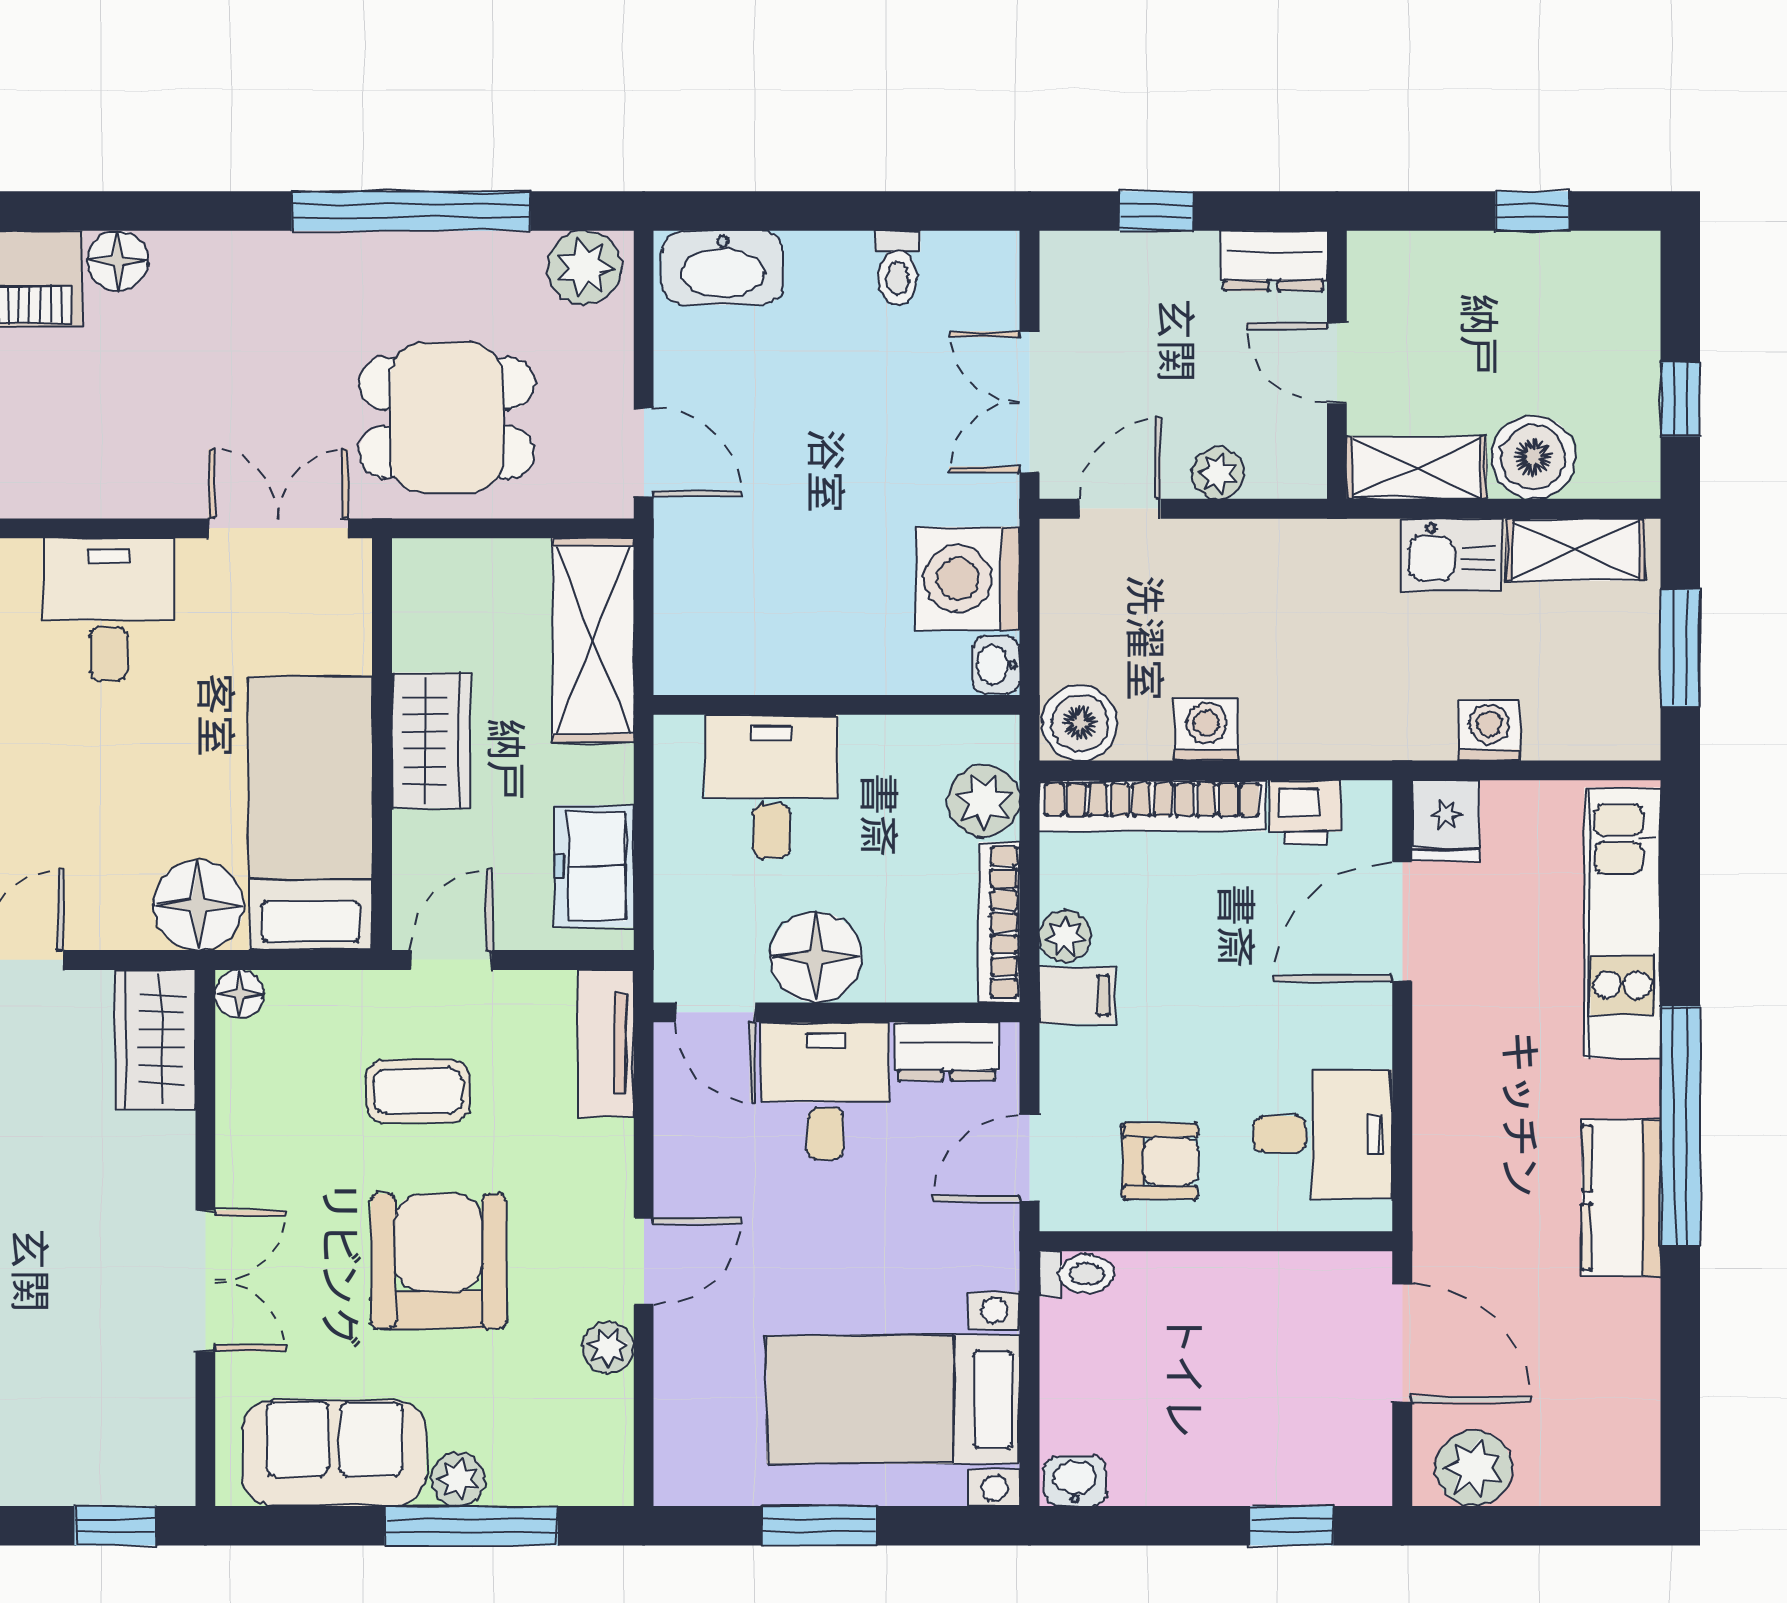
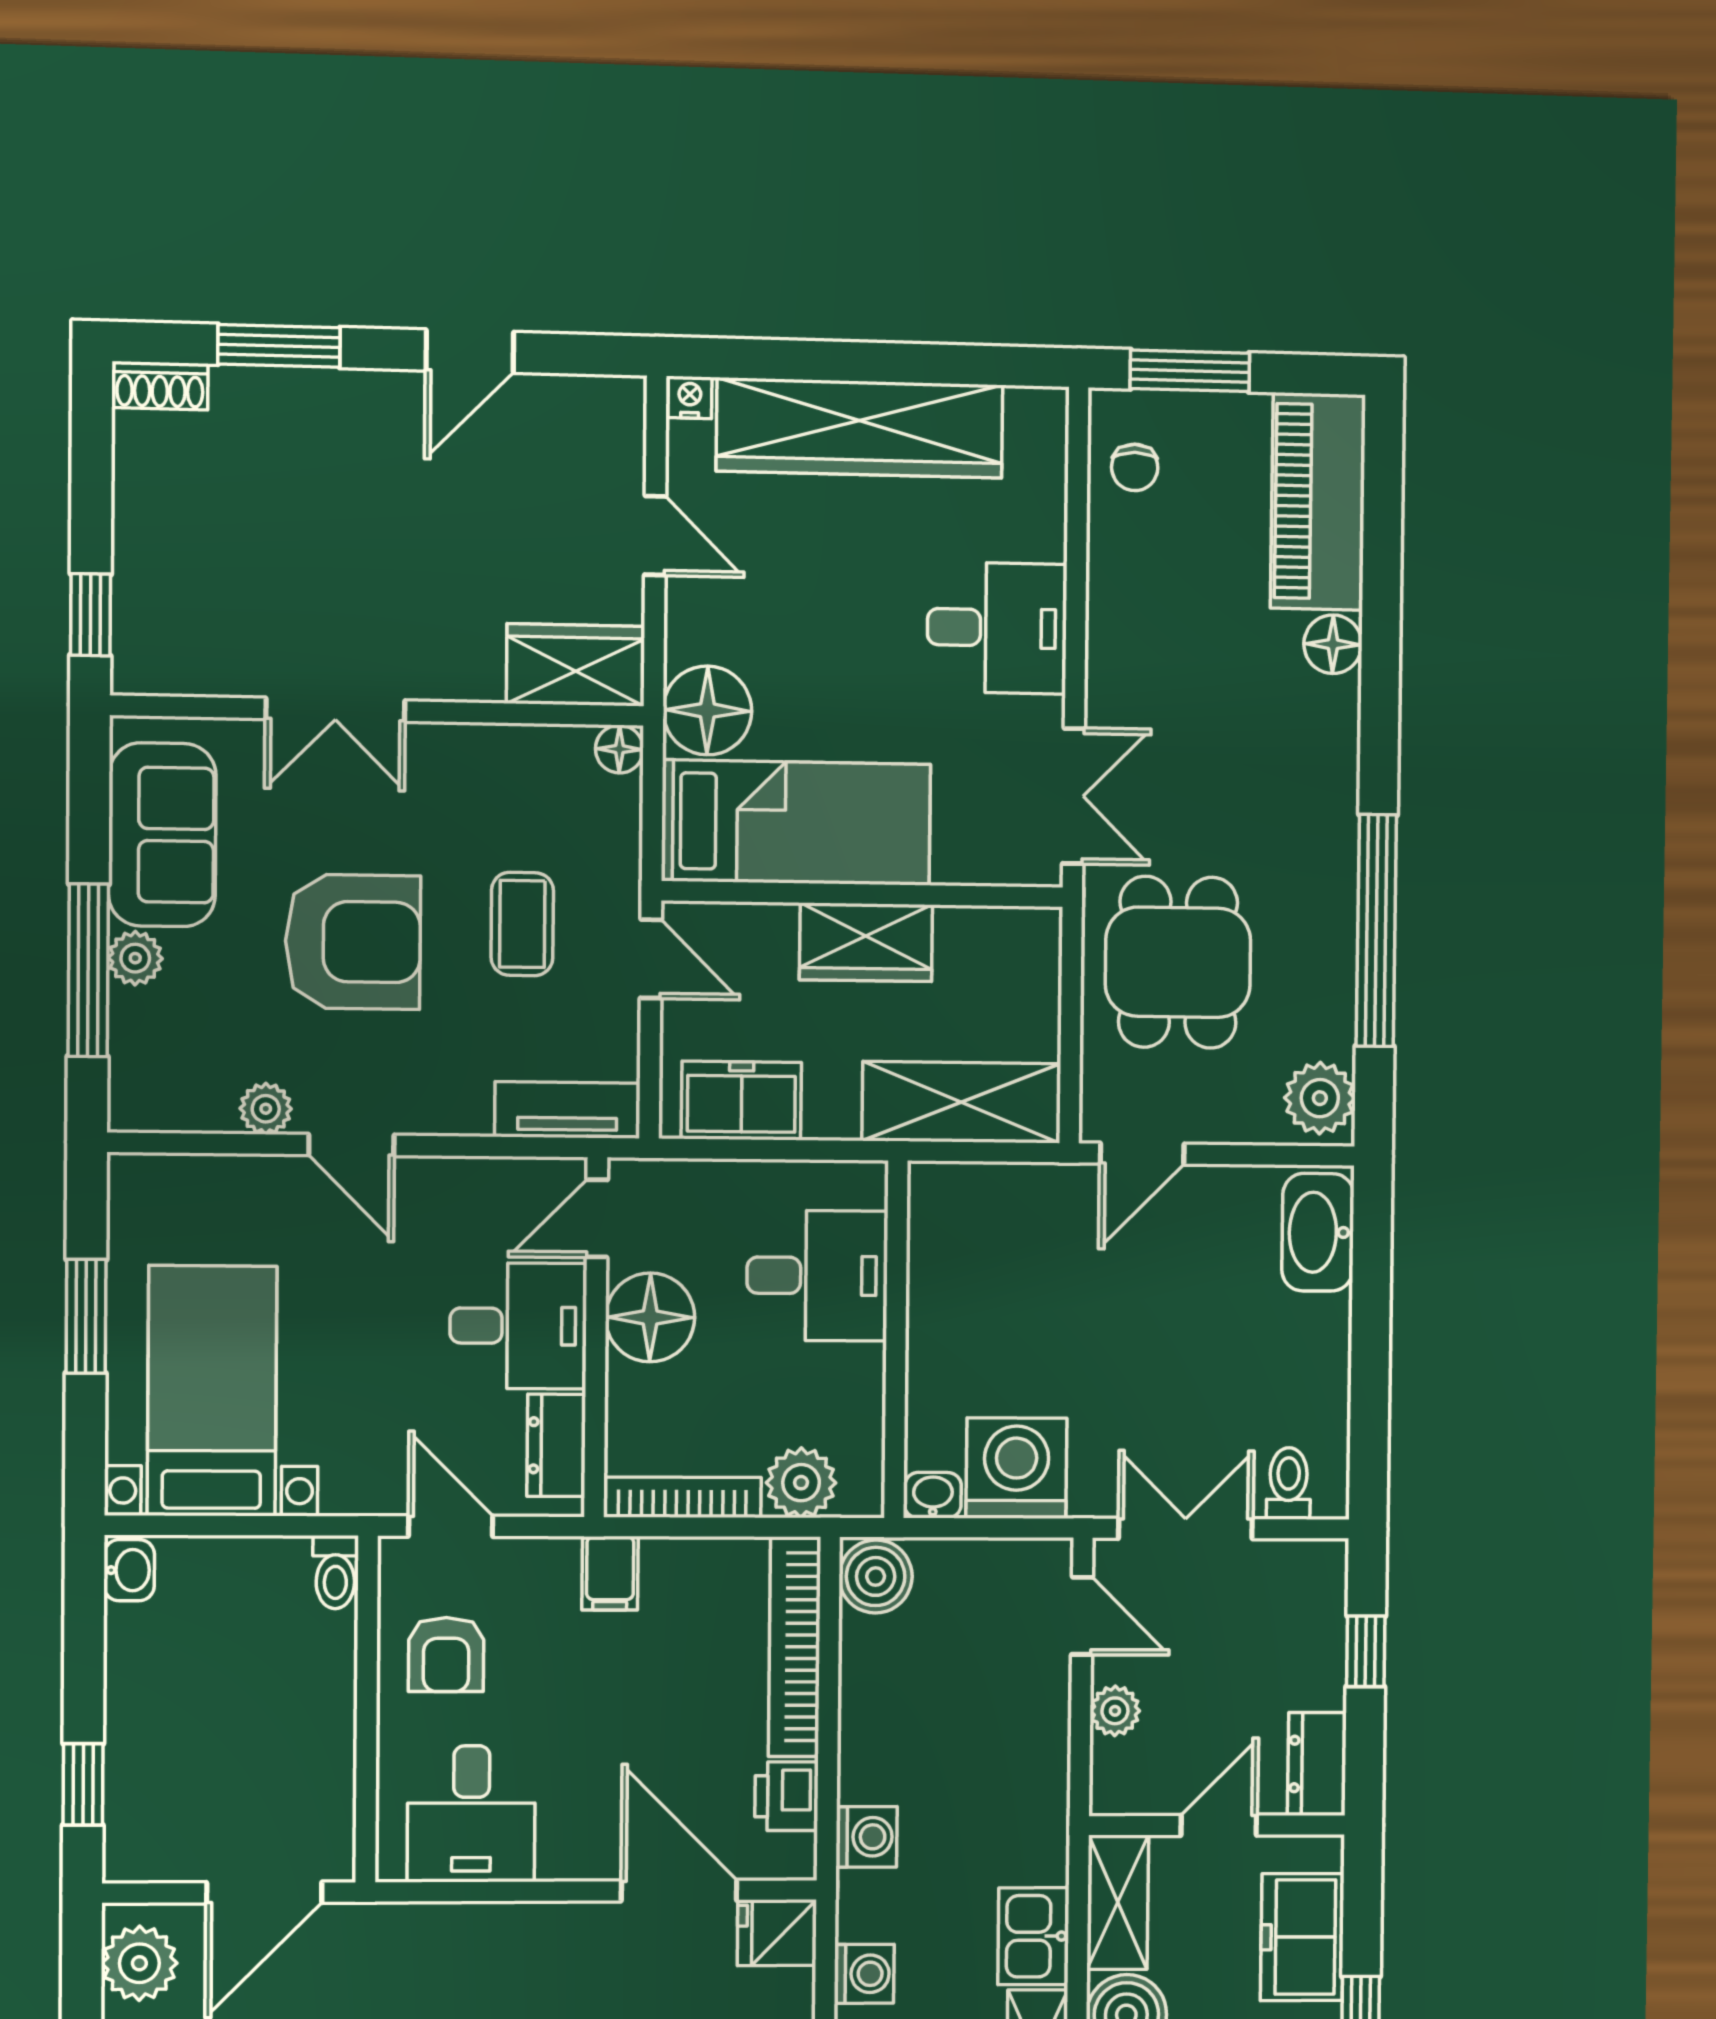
toilet: (898, 268) -> (1289, 1483), moved, turned 90
freezer: (1454, 274) -> (1302, 1937), added
washing machine: (1206, 729) -> (867, 1837), moved
plant: (1065, 936) -> (668, 1562), removed

